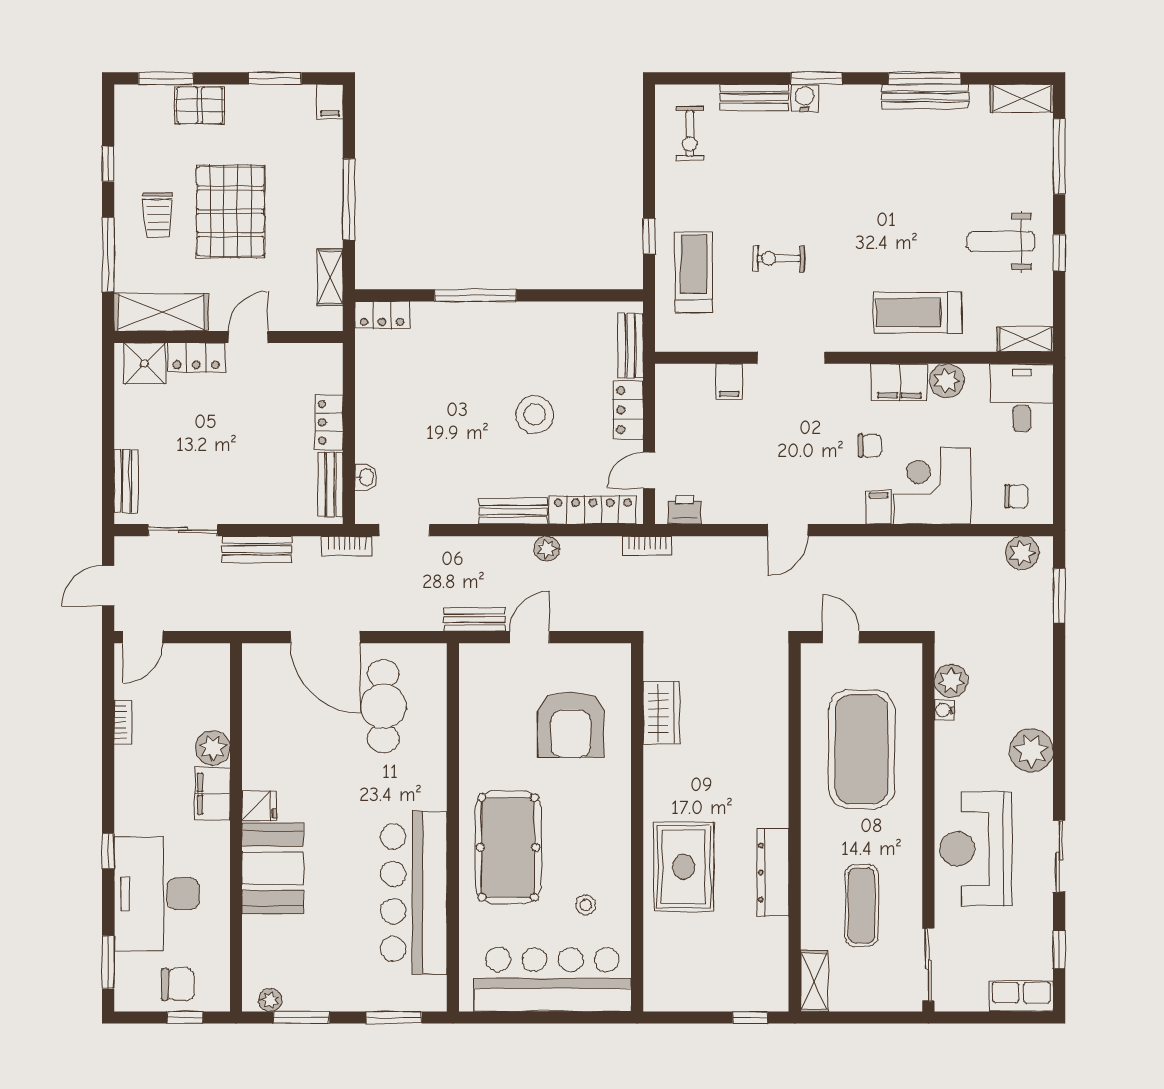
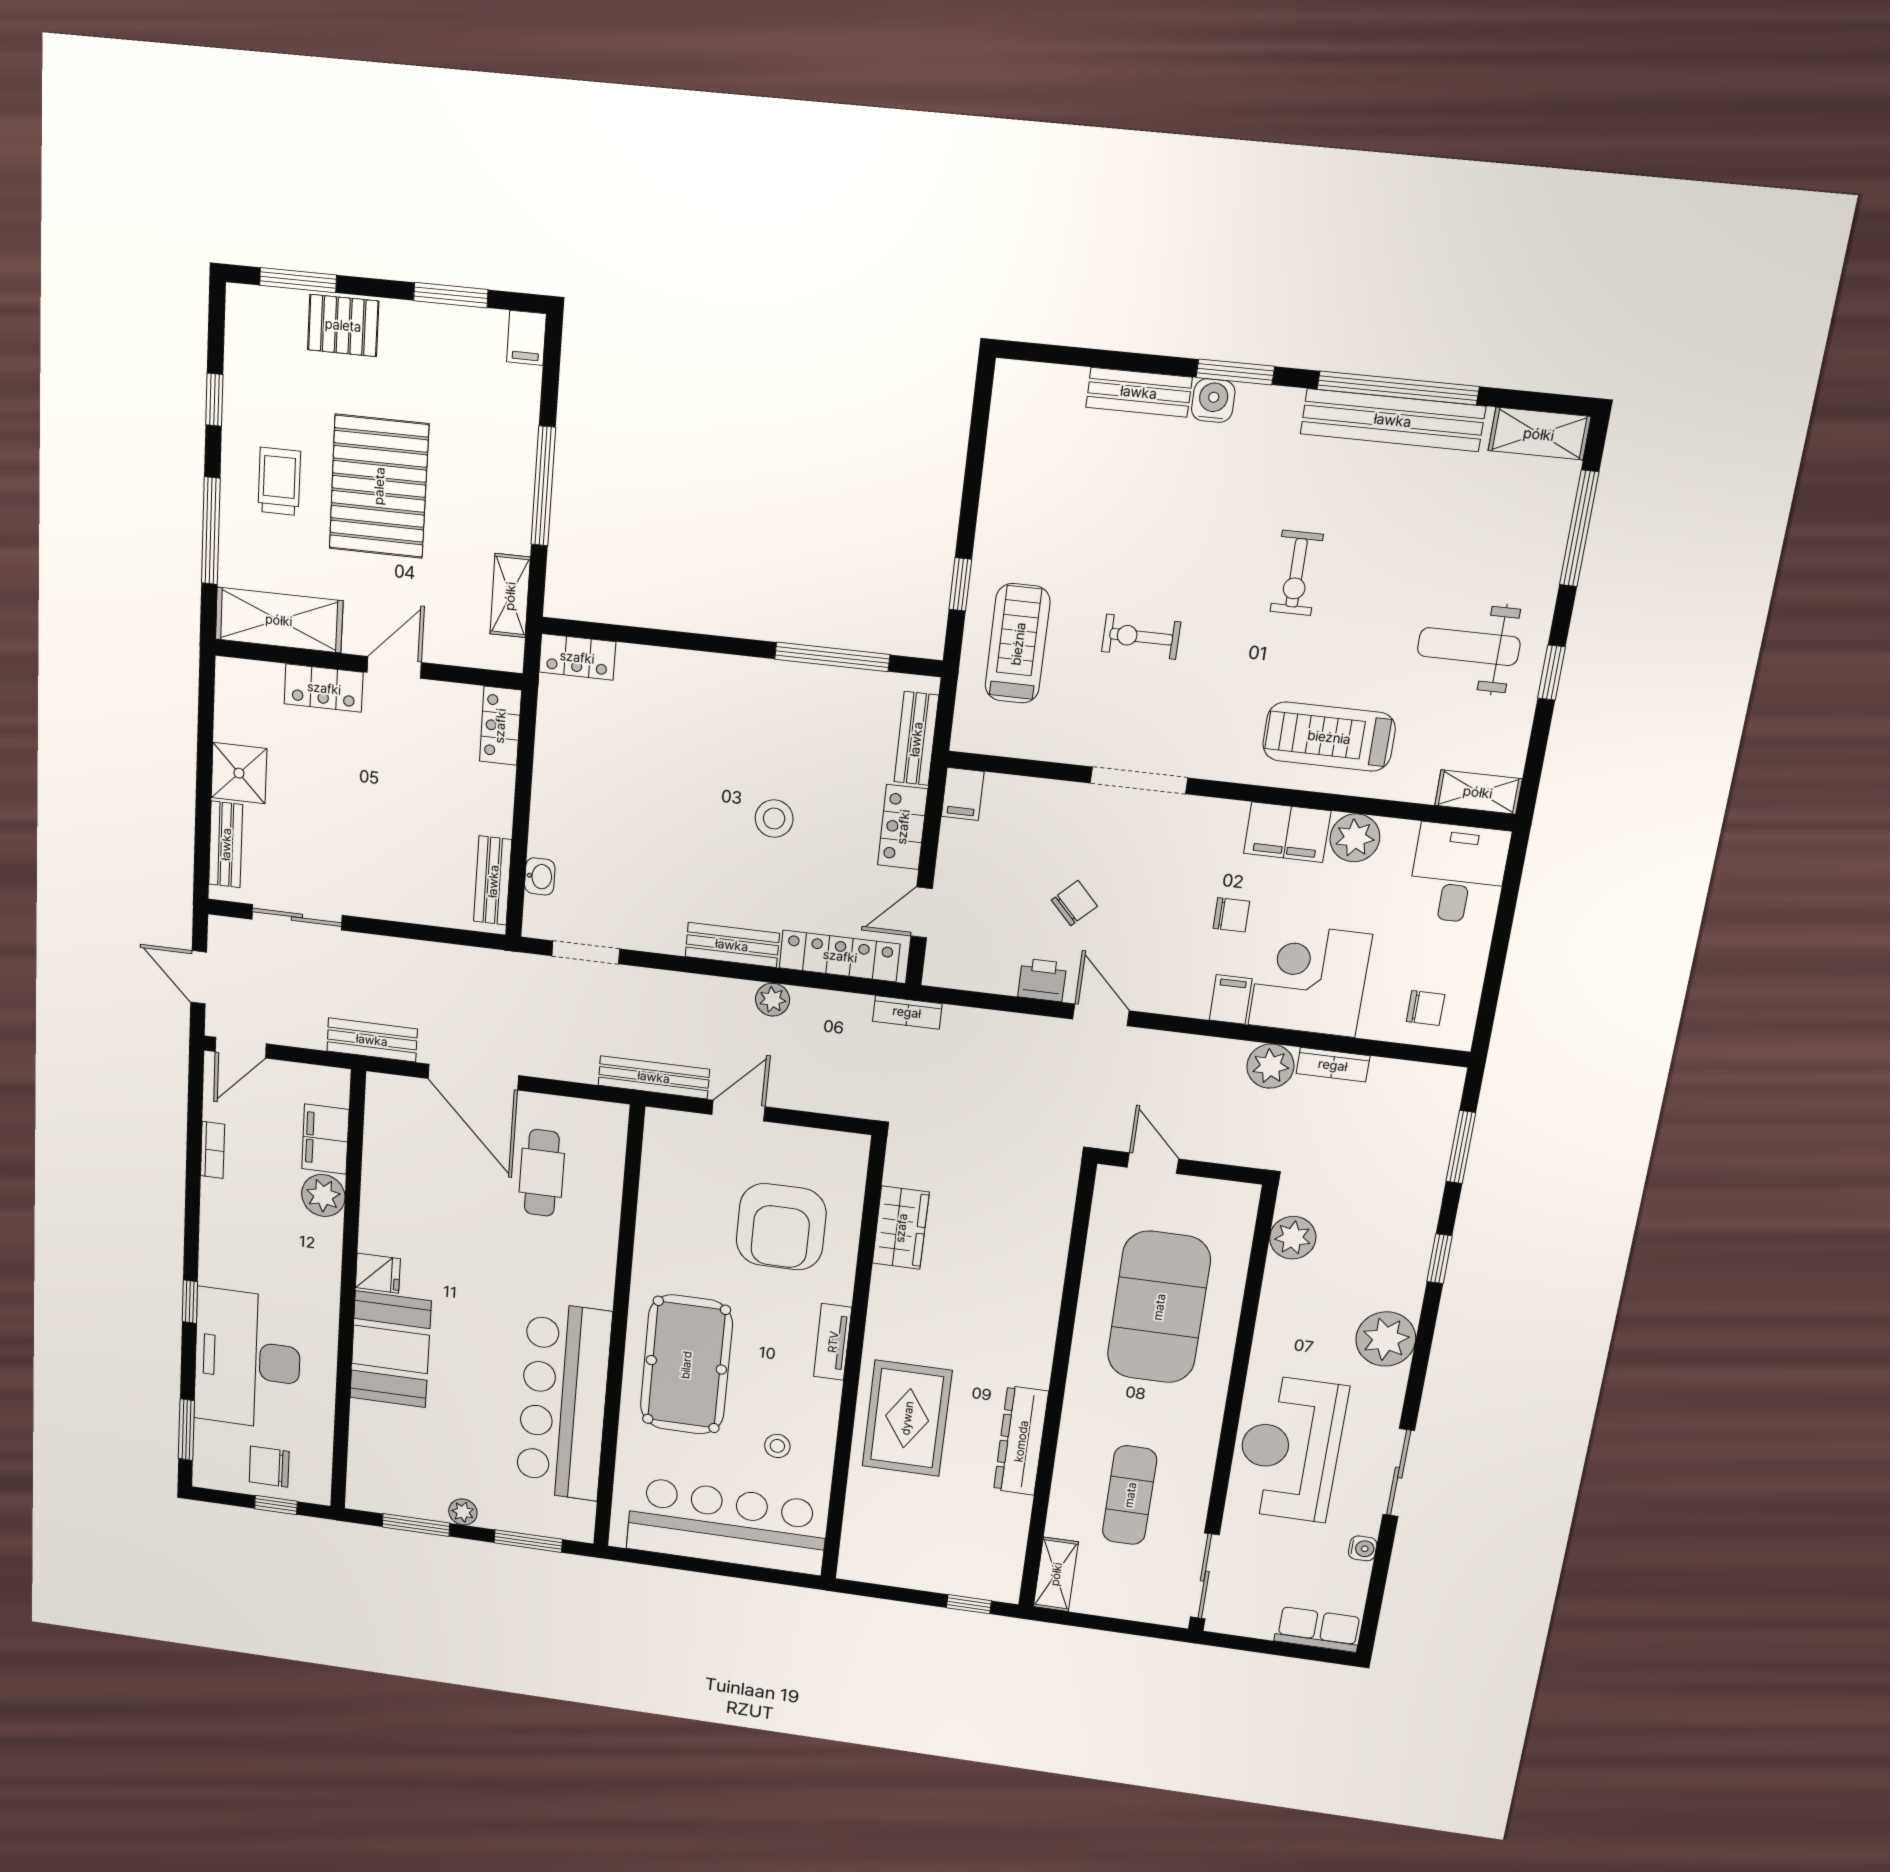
window: (925, 78) -> (1398, 388), width x1.46
bench: (925, 96) -> (1393, 420), width x1.37, depth x1.21
exercise bike: (690, 133) -> (1297, 573), moved
trolley: (158, 215) -> (279, 481), turned 180
window: (475, 295) -> (832, 657), moved
shower: (144, 363) -> (239, 773), moved
filing cabinet: (729, 381) -> (963, 794), moved
stool: (535, 415) -> (774, 819), width x0.73, depth x0.73
locker: (329, 422) -> (500, 726), moved
chair: (758, 450) -> (1074, 903), added
printer: (684, 510) -> (1042, 980), moved
door: (788, 530) -> (1101, 1015), swing flipped
bookcase: (347, 546) -> (1333, 1065), moved
bench: (257, 549) -> (372, 1040), moved
plant: (1022, 553) -> (1270, 1066), moved
door: (108, 586) -> (199, 977), hinge flipped
bench: (474, 619) -> (654, 1077), width x1.36
cafe table: (383, 706) -> (542, 1173), width x0.73, depth x0.74
water cooler: (944, 710) -> (1363, 1548), moved, turned 180
filing cabinet: (212, 794) -> (325, 1139), moved
tv unit: (620, 812) -> (833, 1342), added
window: (1059, 950) -> (1439, 1259), moved
chair: (178, 984) -> (269, 1467), turned 180
plant: (270, 1000) -> (463, 1512), moved

